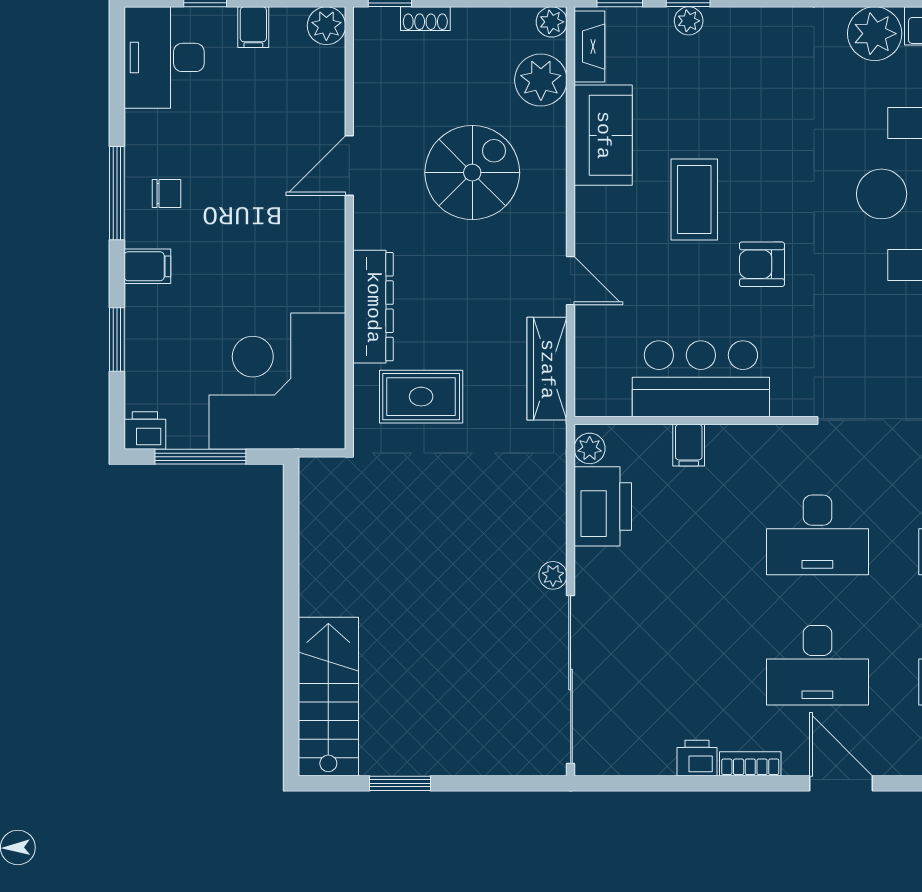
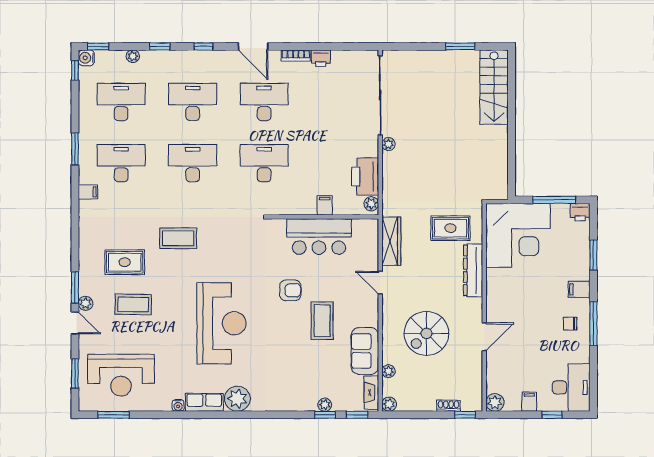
plant: (541, 80) -> (388, 371), width x0.53, depth x0.53

